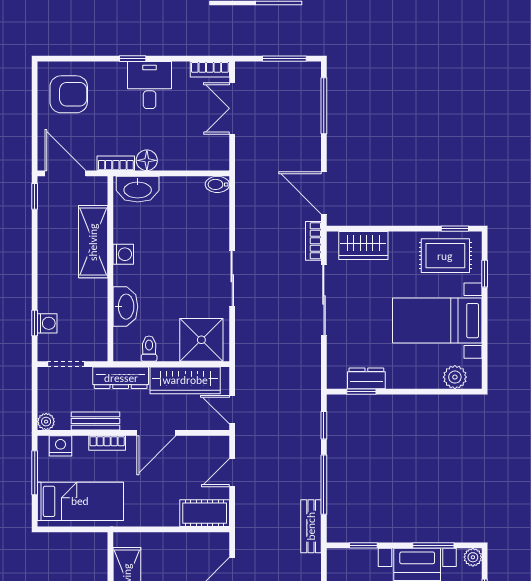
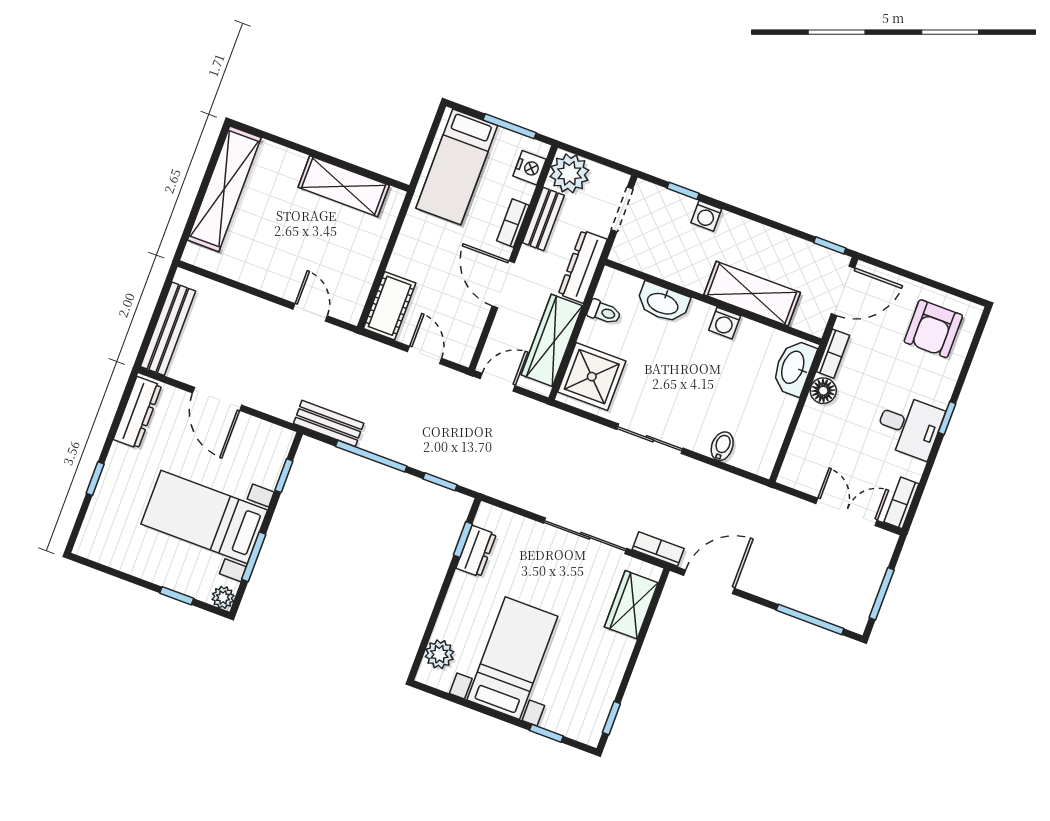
bidet: (217, 184) -> (722, 446), moved
rug: (445, 256) -> (584, 695), removed
washing machine: (47, 323) -> (706, 216), moved
plant: (46, 422) -> (569, 173), width x1.88, depth x1.88

